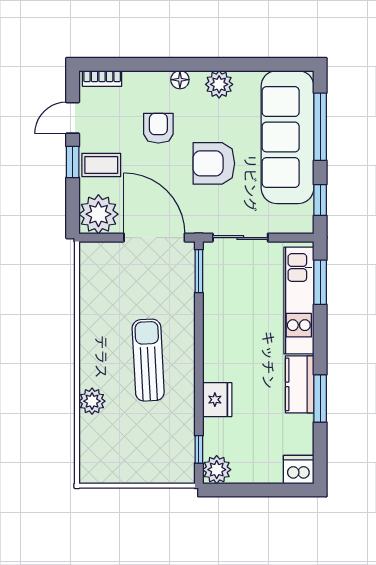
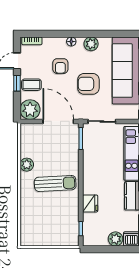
armchair: (158, 128) -> (60, 66), turned 180
sun lounger: (148, 360) -> (55, 183), turned 90
plant: (92, 401) -> (27, 165), moved
plant: (217, 470) -> (116, 239), moved

